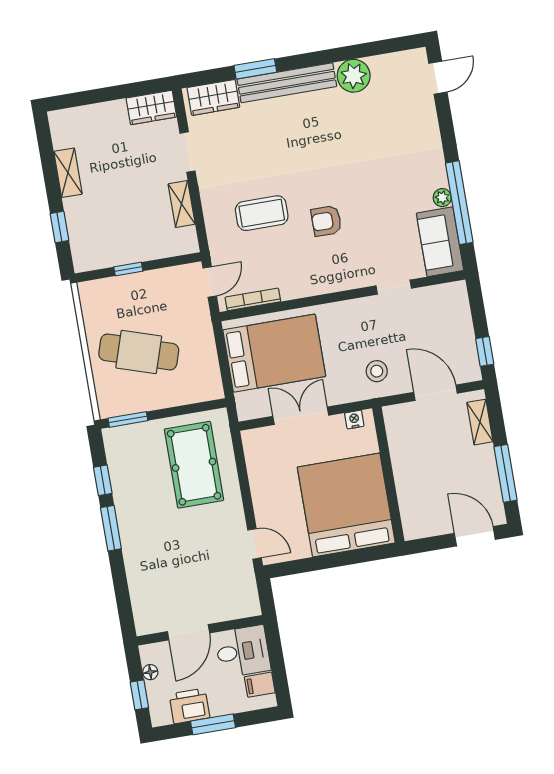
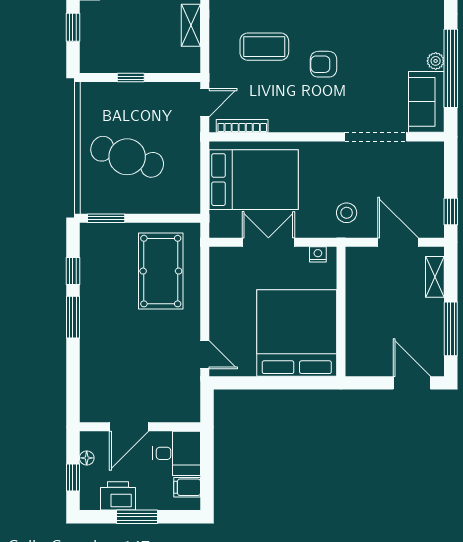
doorway: (394, 287) -> (376, 137), width x1.87

